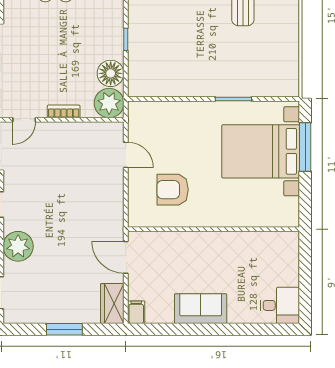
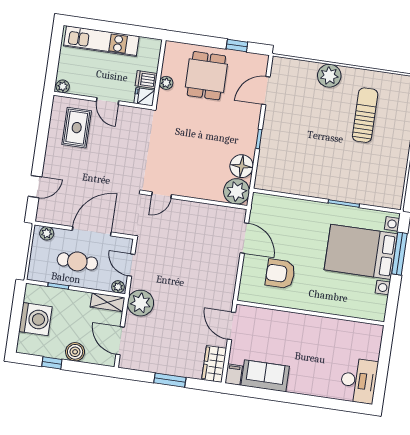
bookcase: (64, 111) -> (196, 193), removed
door: (126, 155) -> (244, 238), width x1.38
desk: (280, 305) -> (359, 381), width x1.37
sofa: (201, 309) -> (265, 376), moved

